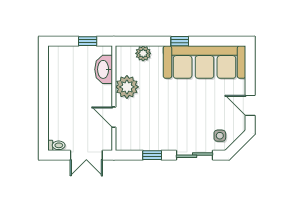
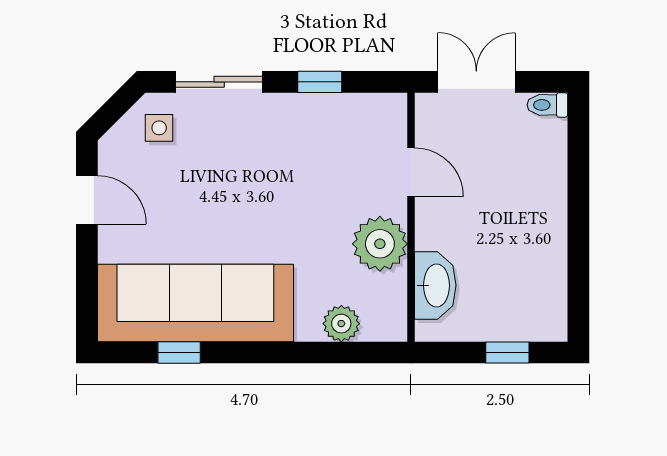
window: (88, 41) -> (507, 353), moved
window: (180, 41) -> (179, 353), moved

